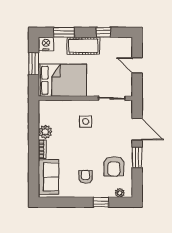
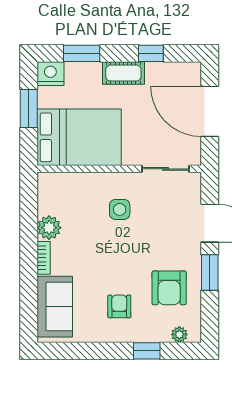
cot: (83, 46) -> (123, 73), width x0.73, depth x0.75
door: (137, 65) -> (210, 111), width x1.87

